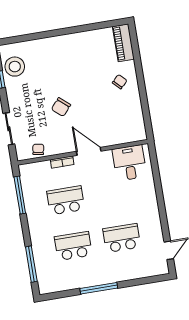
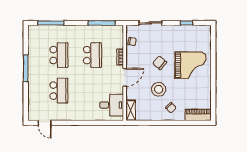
grand piano: (58, 65) -> (190, 65), added
stool: (15, 67) -> (159, 89), moved
shelving: (132, 136) -> (131, 110), added

